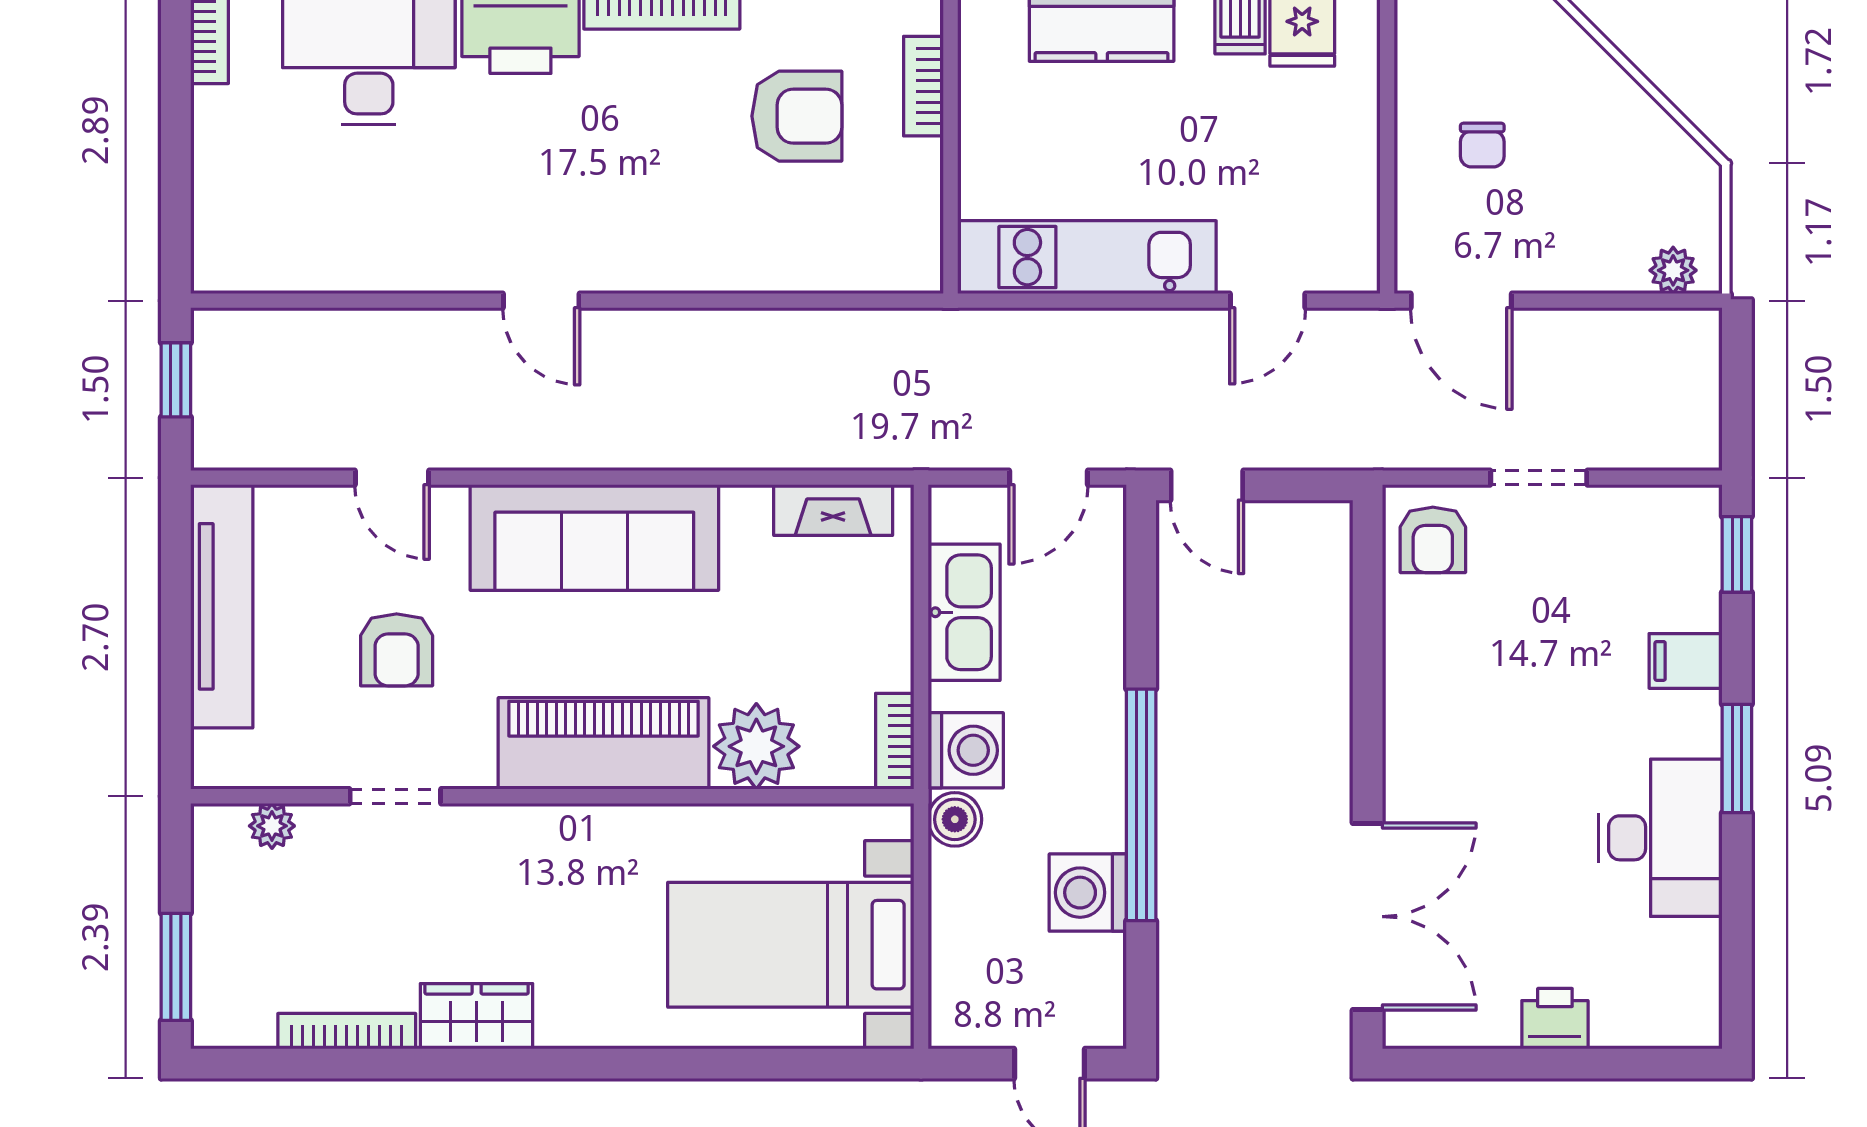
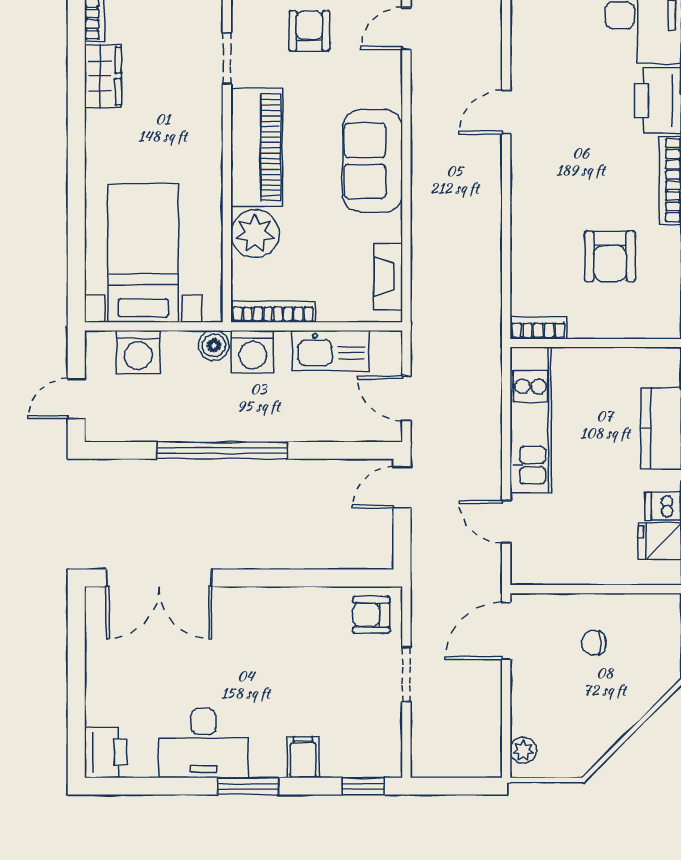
bookcase: (924, 86) -> (538, 328), moved
sofa: (594, 537) -> (373, 161), width x0.73
armchair: (397, 650) -> (309, 31), turned 90
bookcase: (895, 741) -> (273, 312), width x1.56
doorway: (395, 796) -> (227, 58), moved
washing machine: (1088, 893) -> (138, 352), moved, turned 180
printer: (1555, 1019) -> (106, 752), moved, width x1.36, depth x1.24

